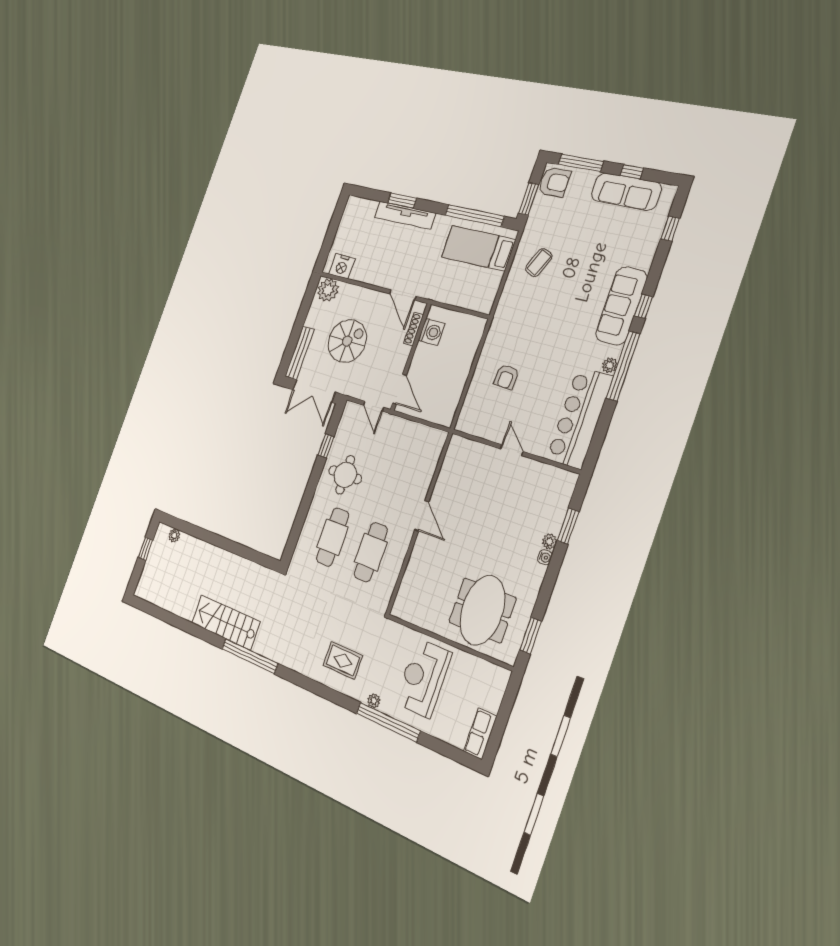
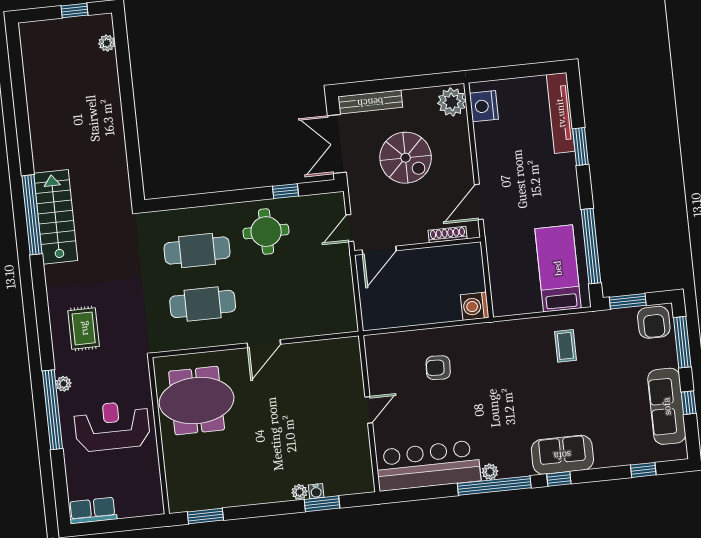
tv unit: (405, 215) -> (561, 113), moved
coffee table: (539, 263) -> (565, 346), turned 66
sofa: (621, 306) -> (562, 455), width x0.73
washing machine: (431, 332) -> (475, 306), moved, turned 90
water cooler: (545, 557) -> (316, 491), moved
meeting table: (482, 610) -> (197, 401), moved
stairs: (226, 622) -> (56, 217), moved

